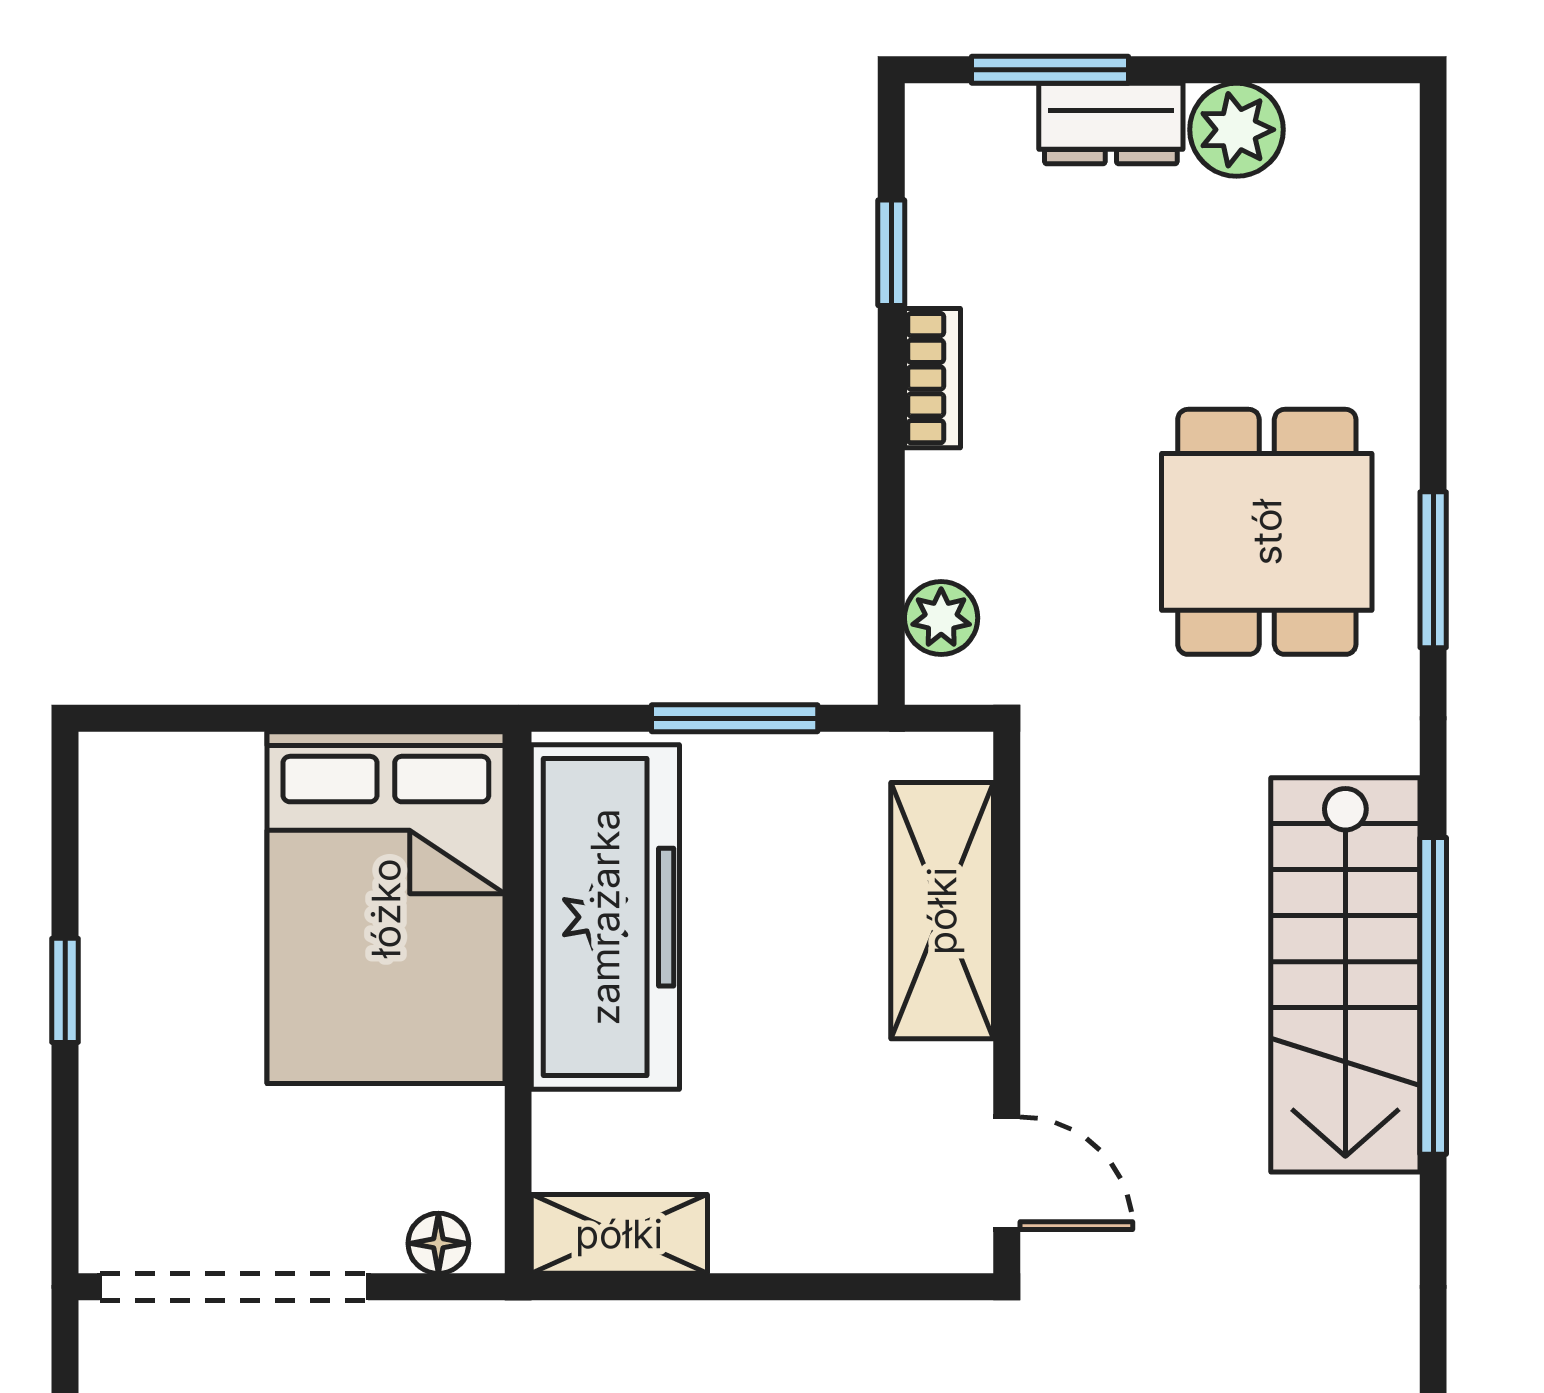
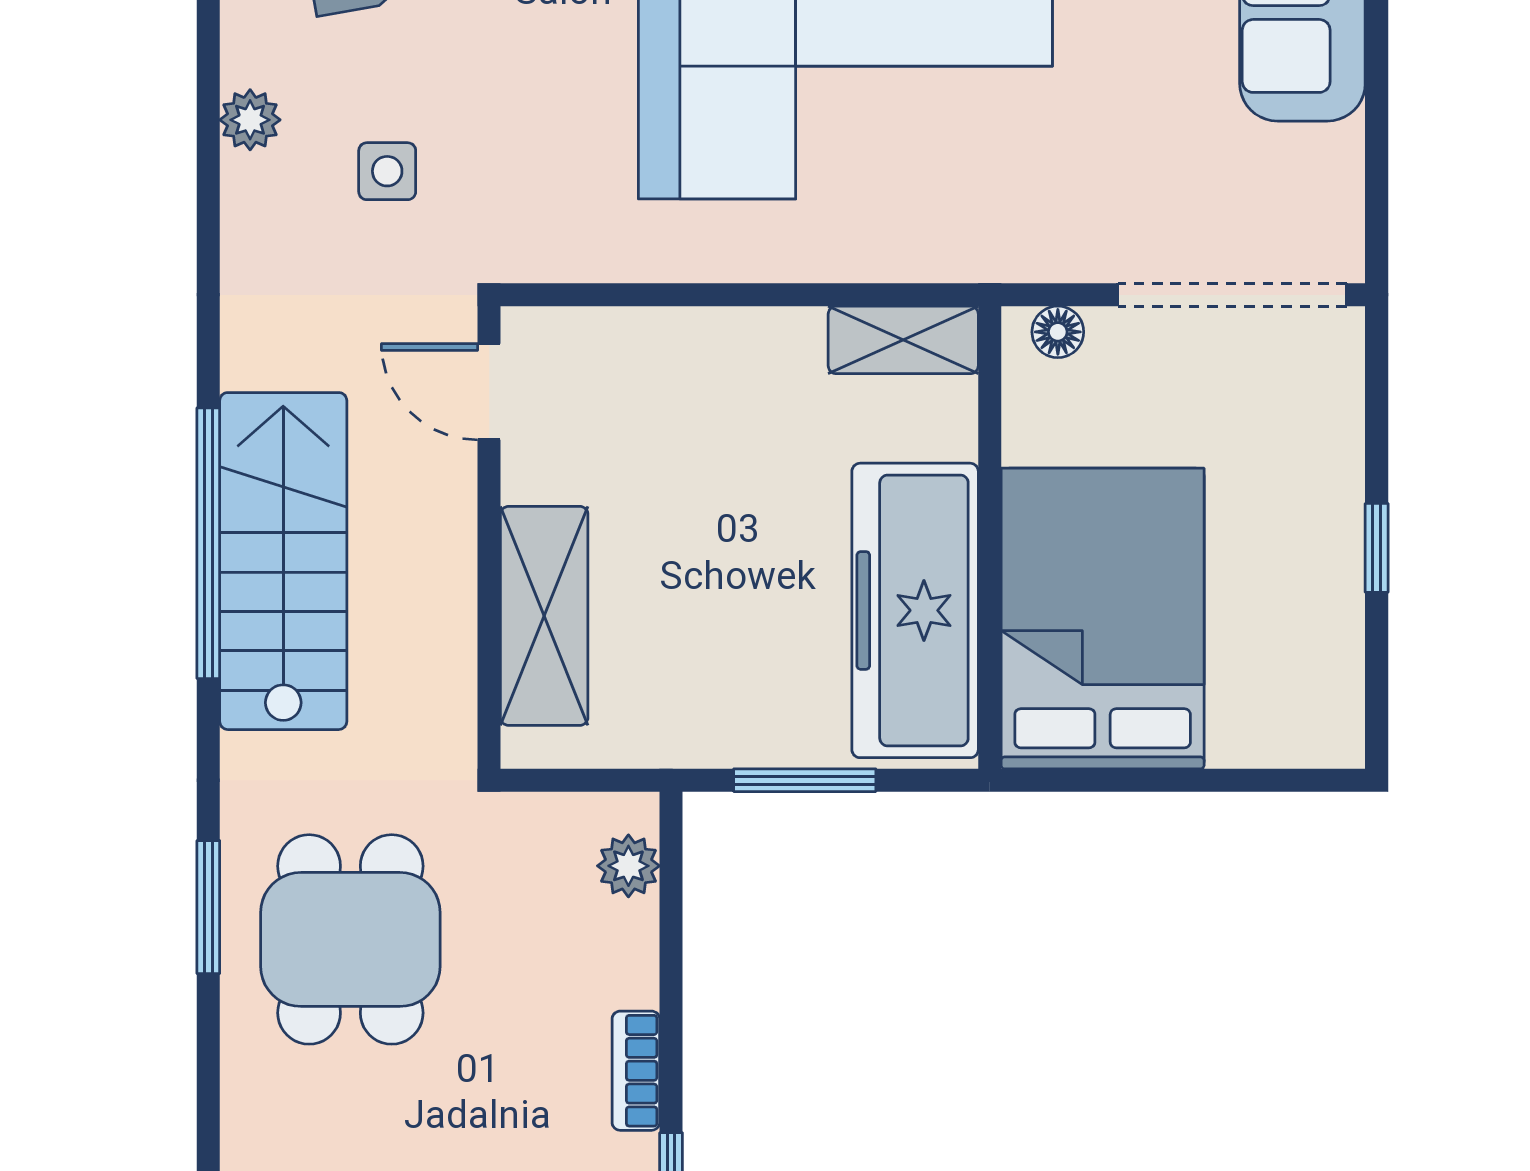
shelving: (942, 911) -> (544, 616), moved
wall: (1007, 1003) -> (489, 537), moved
door: (1007, 1173) -> (489, 392), moved

